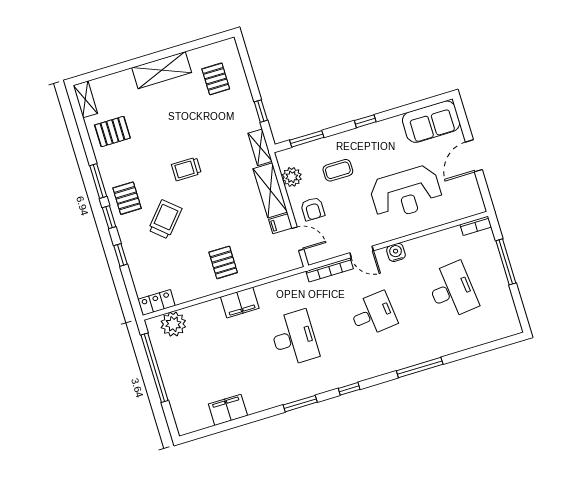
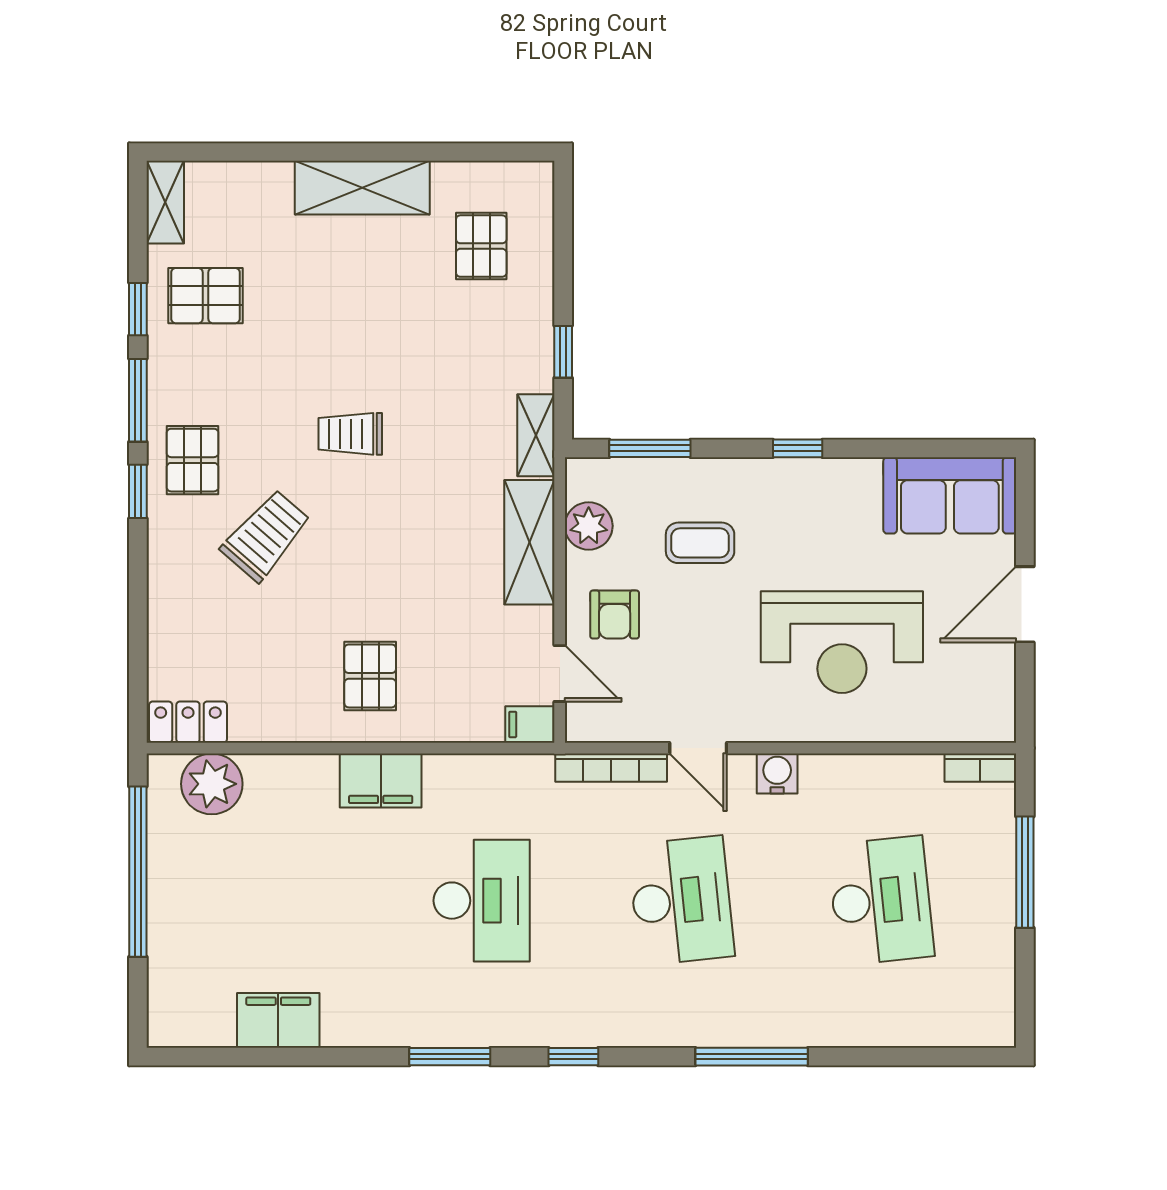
filing cabinet: (280, 224) -> (530, 724), moved
window: (121, 255) -> (138, 309), moved
desk: (373, 314) -> (681, 901), width x1.37

